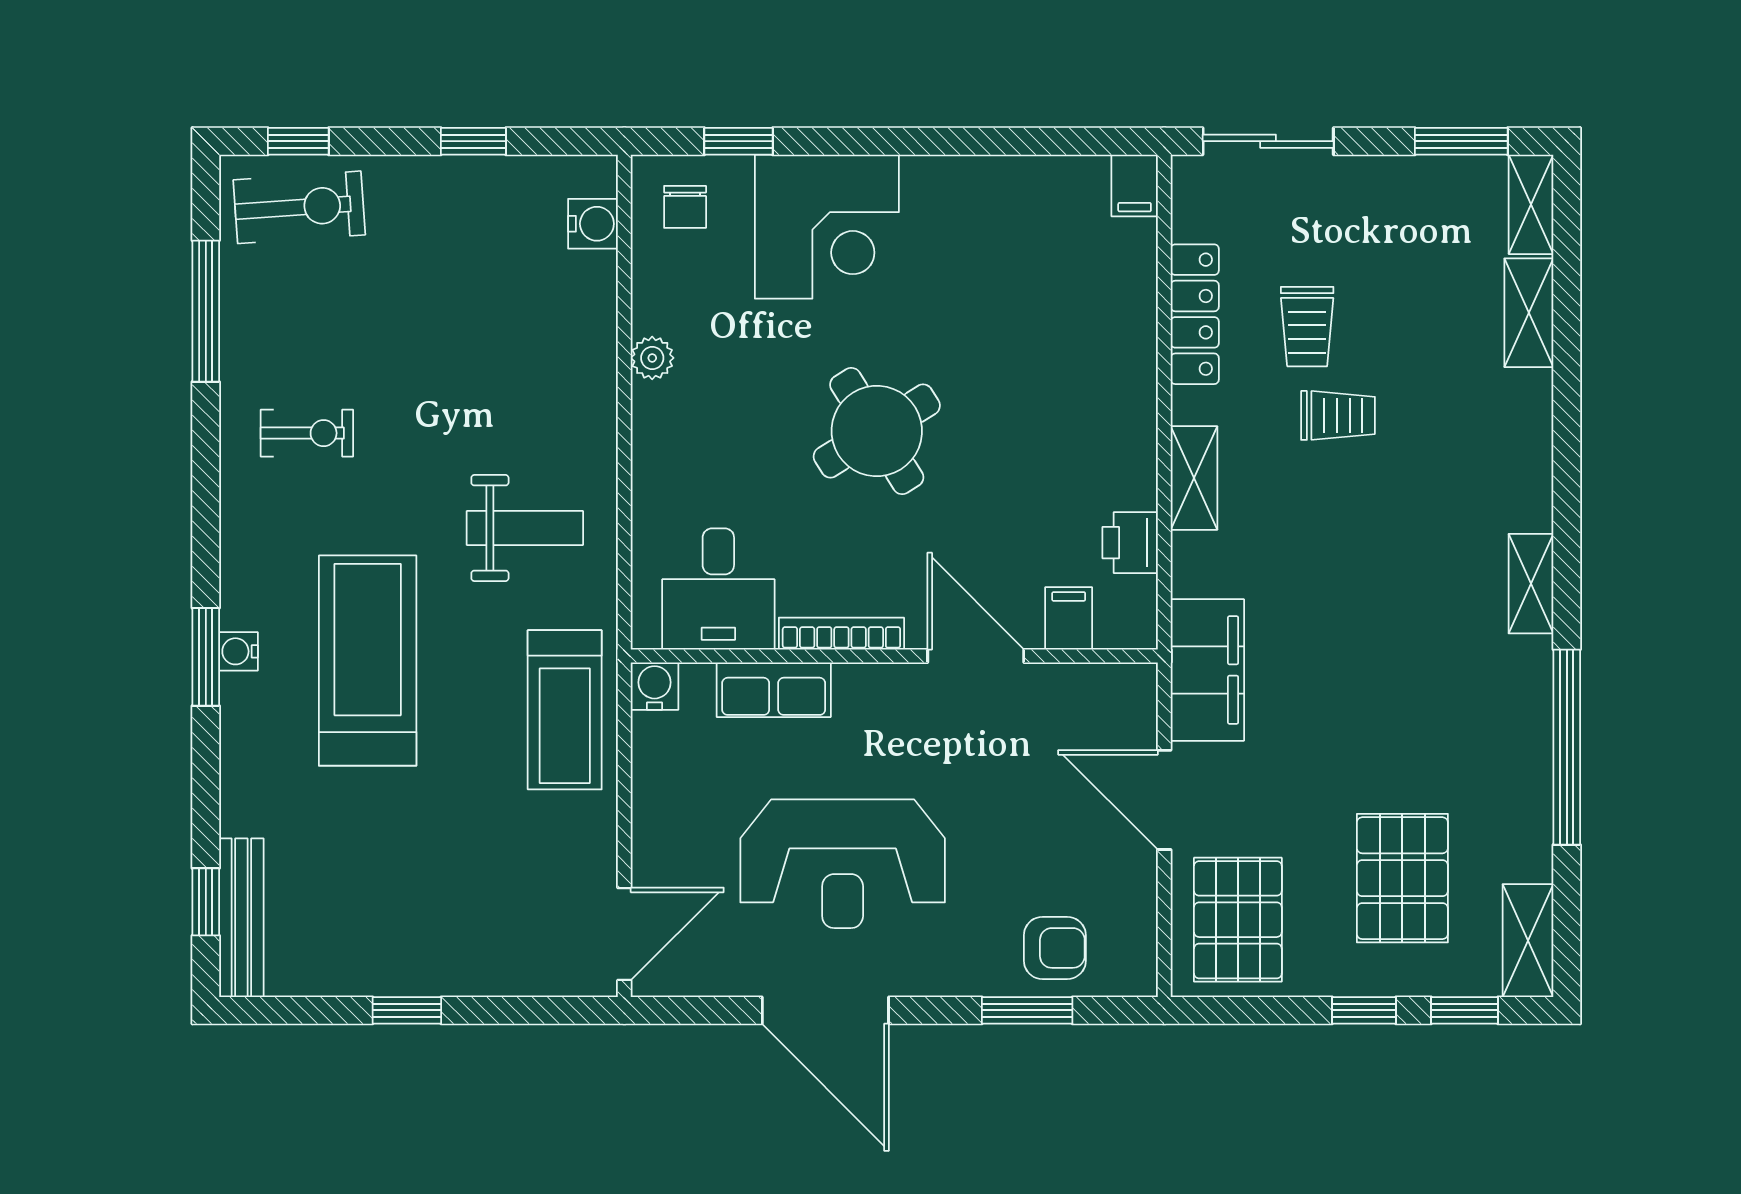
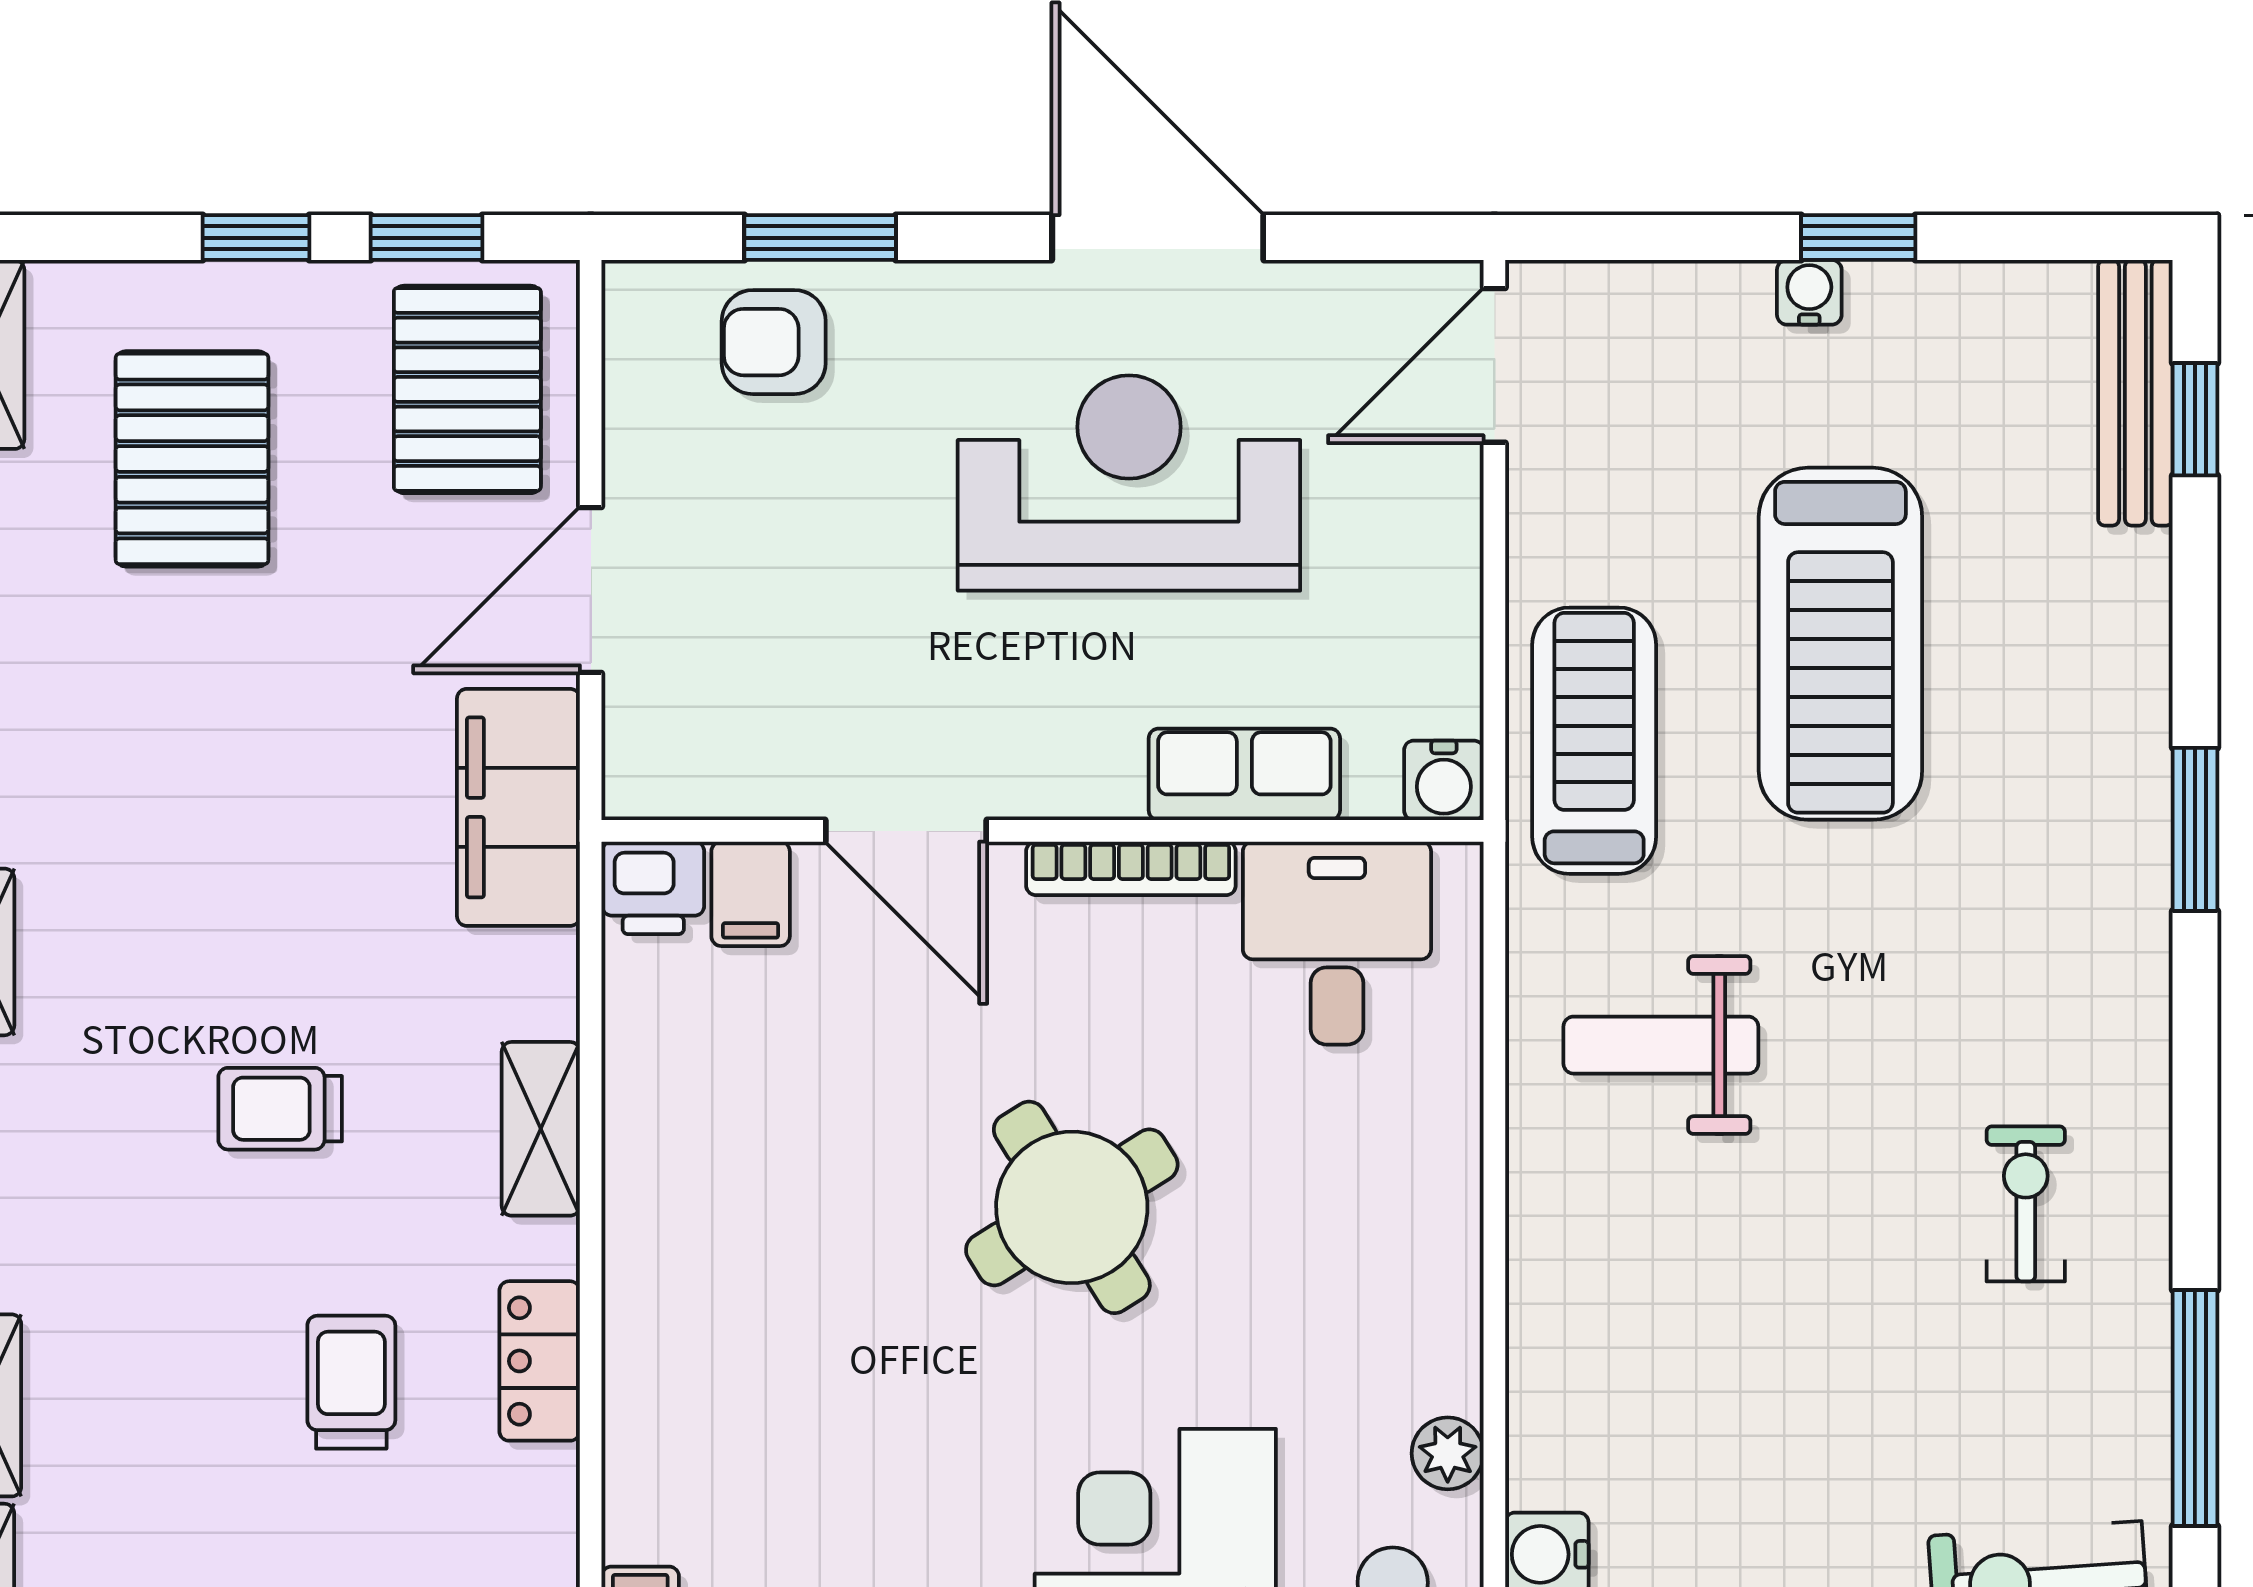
locker: (1195, 314) -> (540, 1361), width x0.66
plant: (652, 358) -> (1448, 1453), moved
trolley: (1338, 415) -> (280, 1109), moved
exercise bike: (307, 433) -> (2026, 1204), turned 90
printer: (1130, 543) -> (653, 888), moved, turned 90
water cooler: (238, 651) -> (1809, 292), moved, turned -90
treadmill: (368, 661) -> (1840, 644), moved
door: (1164, 800) -> (591, 590), swing flipped
window: (1465, 1010) -> (427, 238), moved

